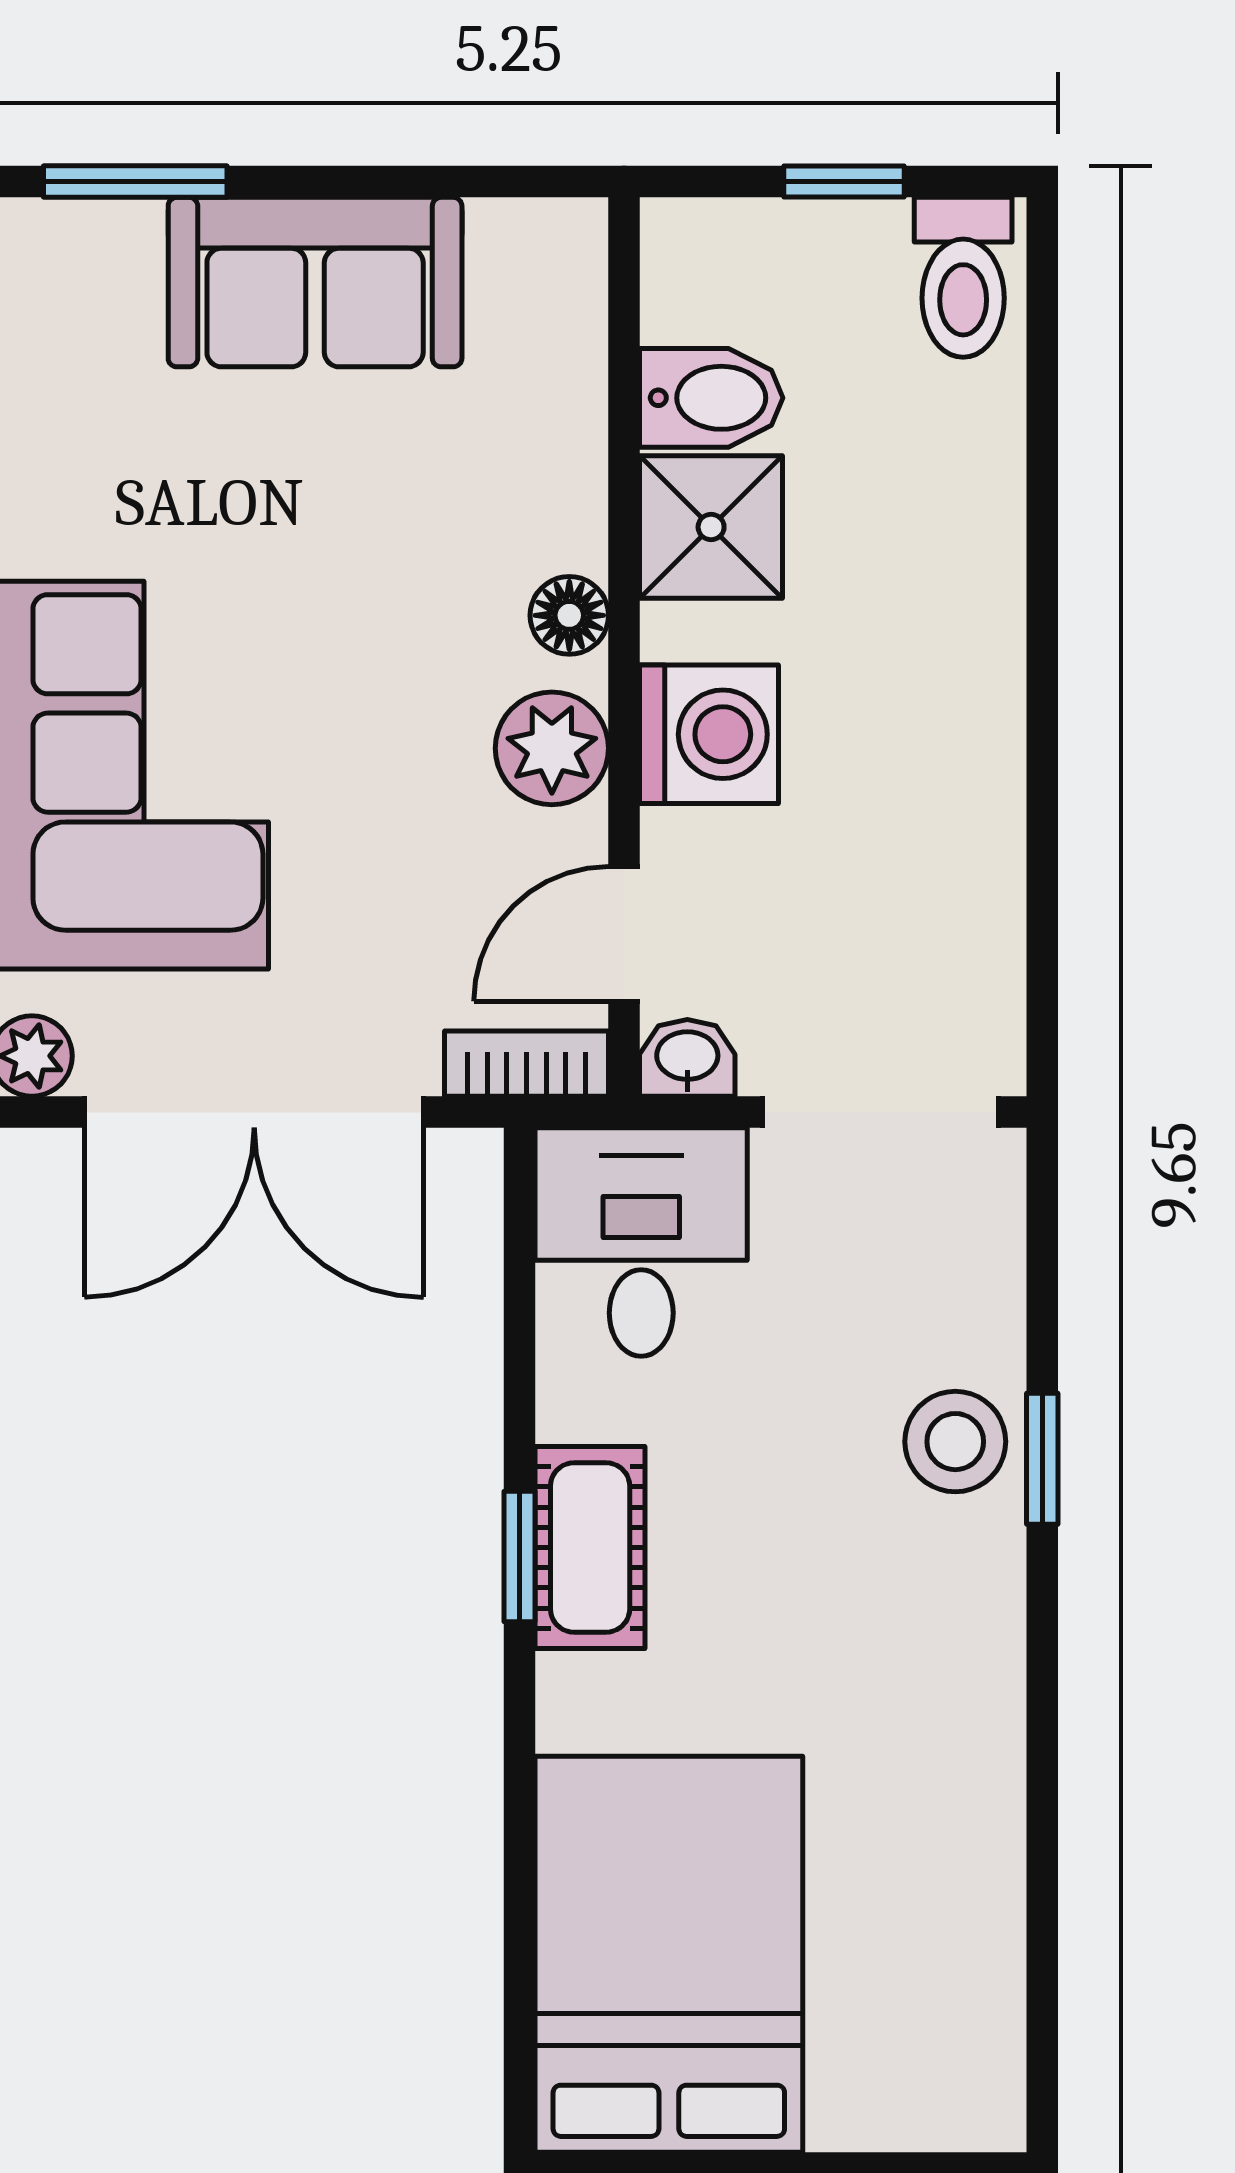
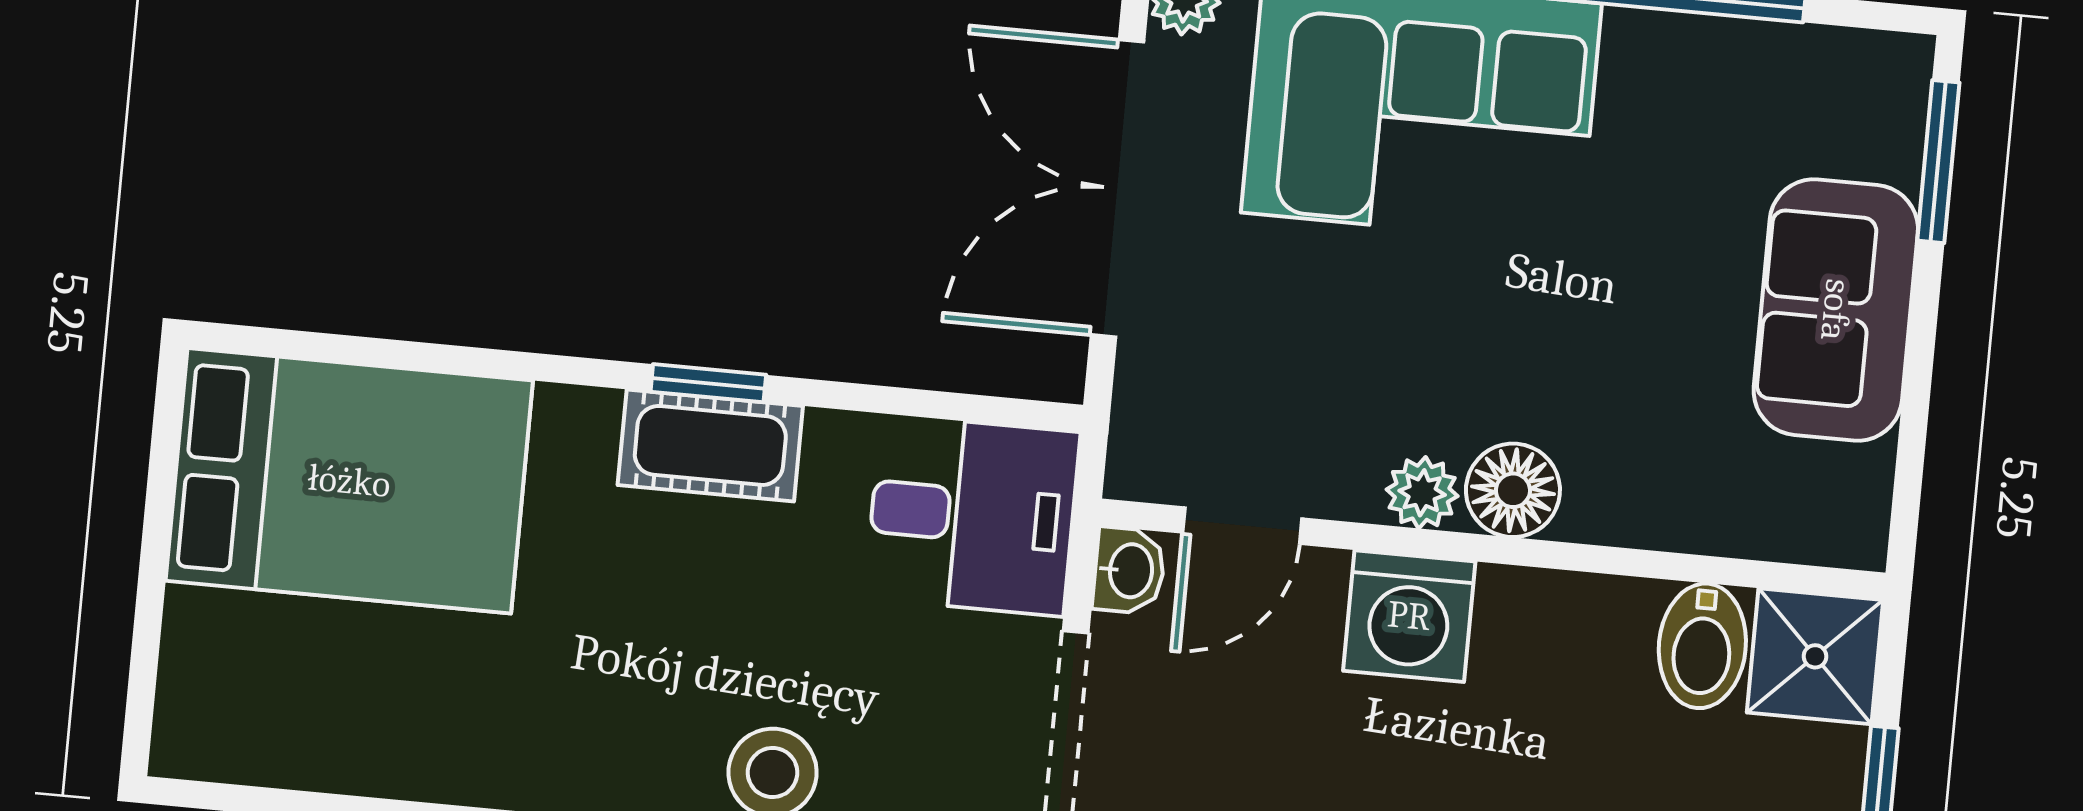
shower: (711, 527) -> (1815, 656), moved
floor lamp: (569, 615) -> (1513, 490), width x1.37, depth x1.37
plant: (552, 748) -> (1422, 493), width x0.73, depth x0.73
door: (624, 934) -> (1242, 526), swing flipped
bookcase: (526, 1064) -> (1137, 430), removed

